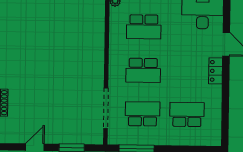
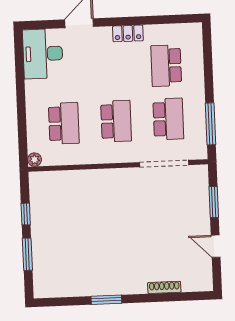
locker: (216, 71) -> (128, 33), moved
school desk: (143, 114) -> (168, 119), turned 180

